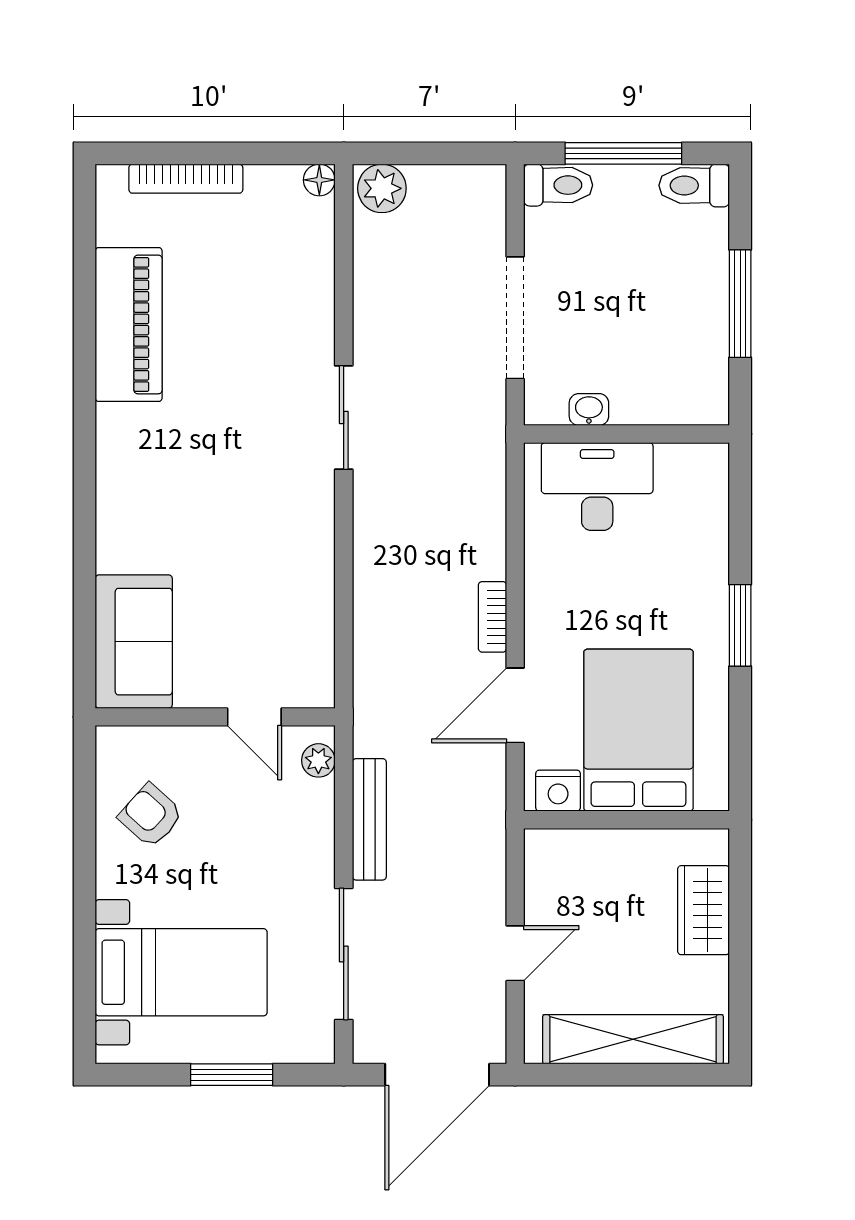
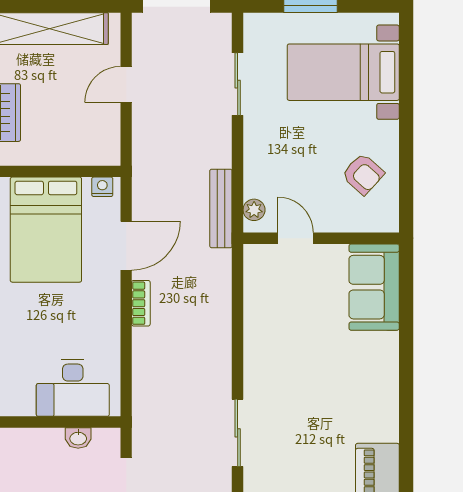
nightstand: (558, 791) -> (102, 187), width x0.72, depth x0.74
bench: (369, 819) -> (221, 208), moved
sliding door: (344, 954) -> (238, 84), width x0.73

